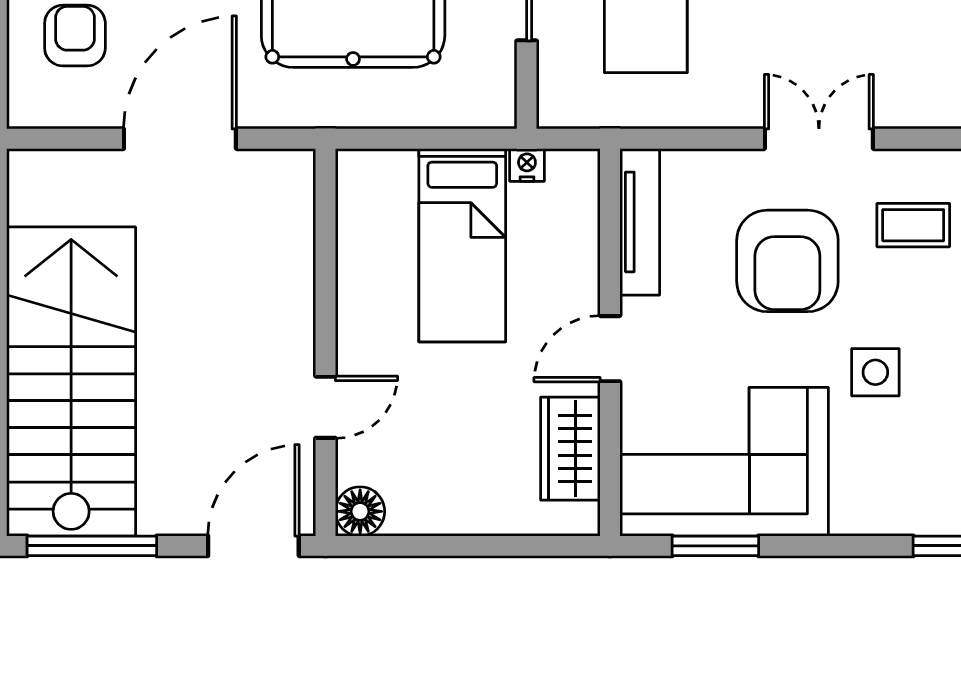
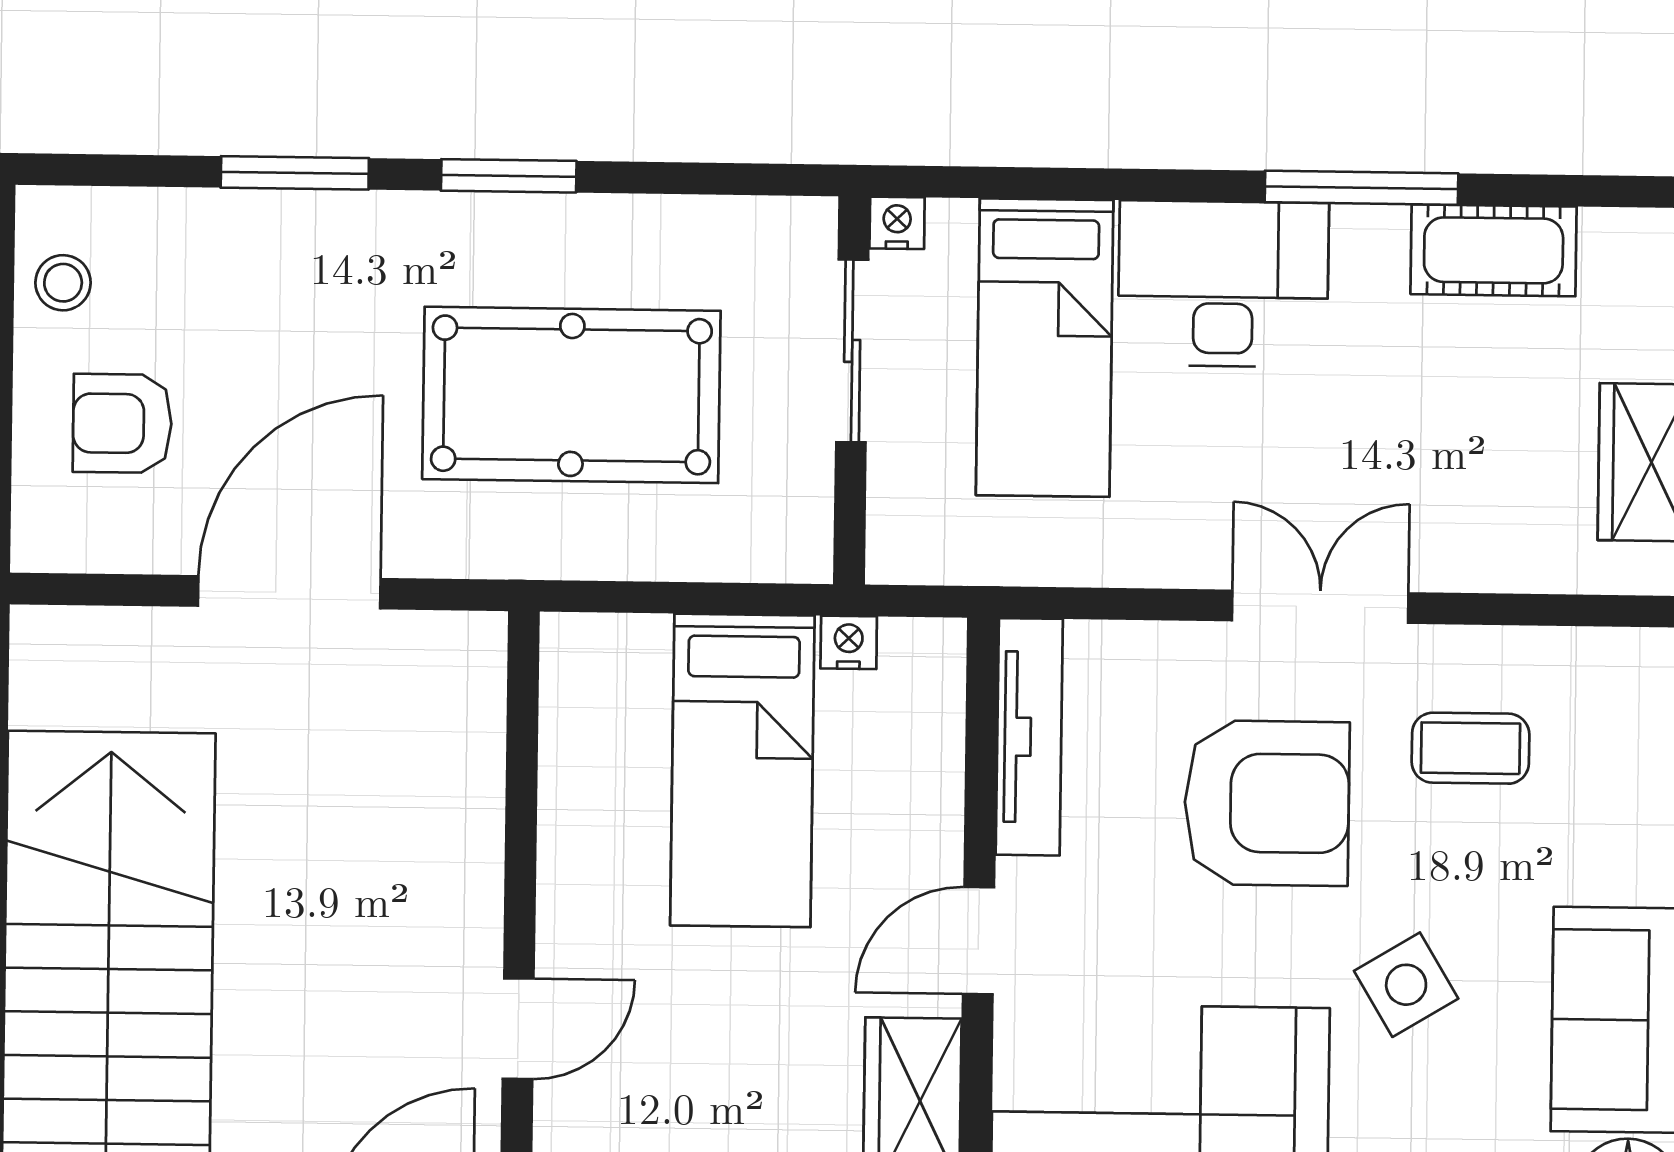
armchair: (75, 36) -> (122, 423), turned -90
armchair: (787, 261) -> (1267, 803), turned -90
side table: (875, 372) -> (1406, 985), turned -31

